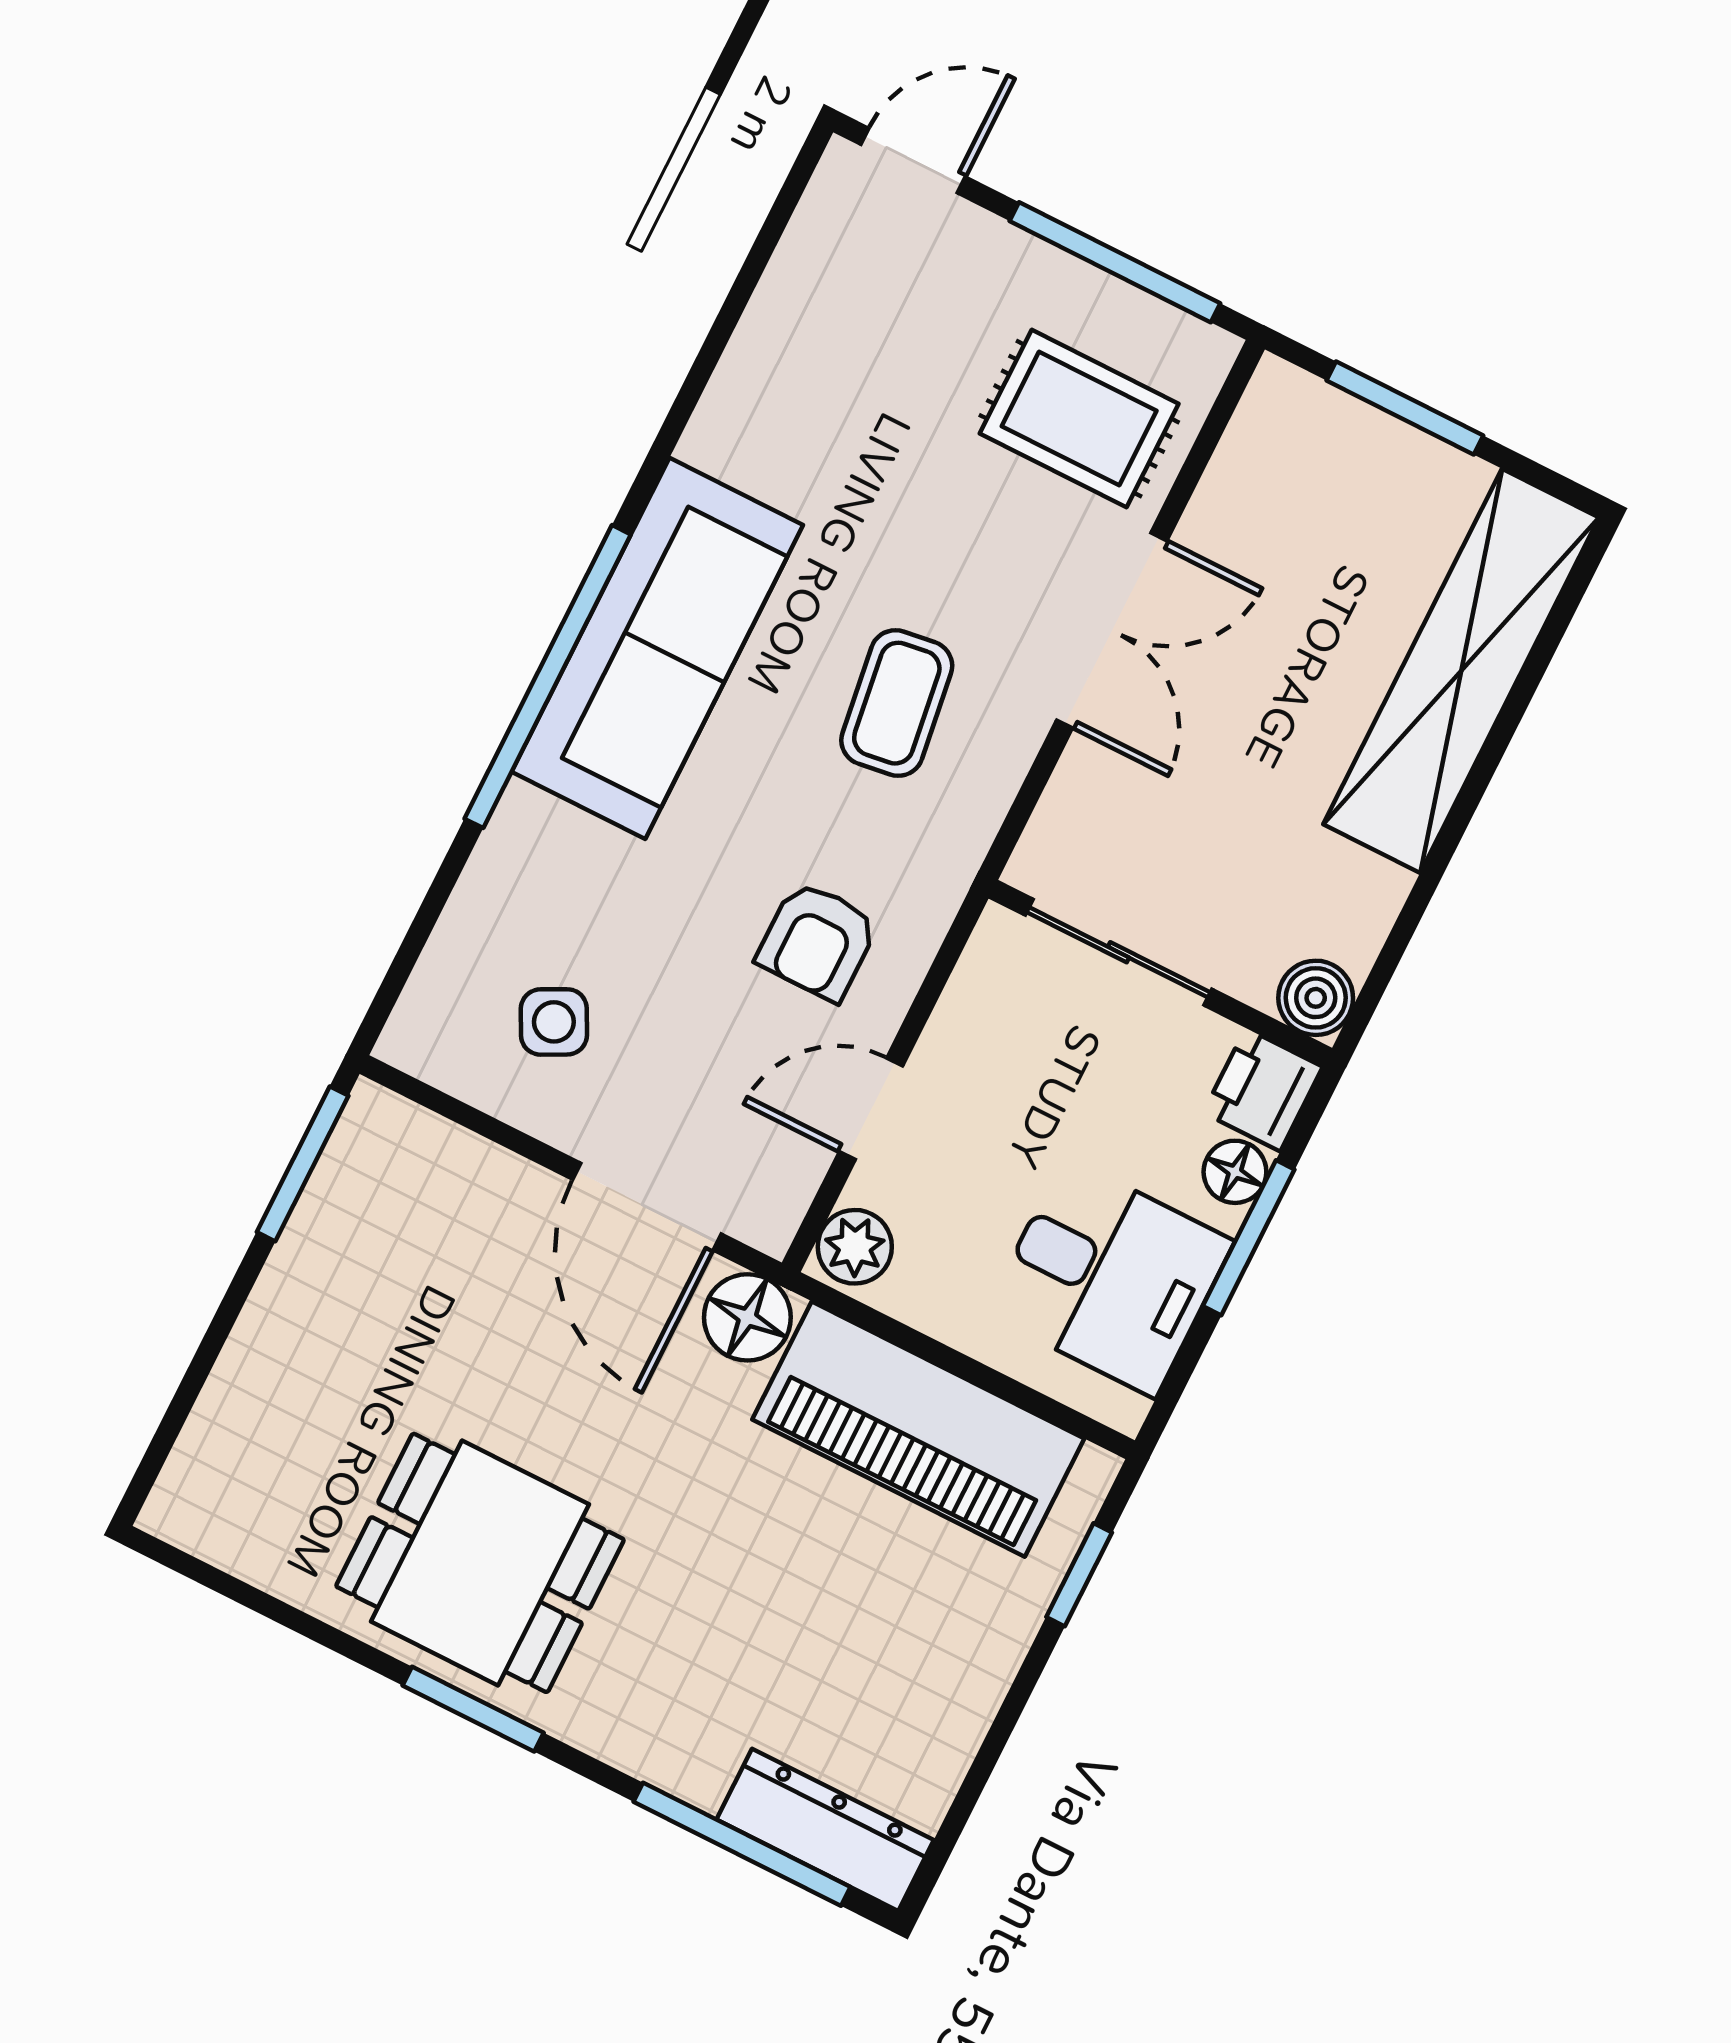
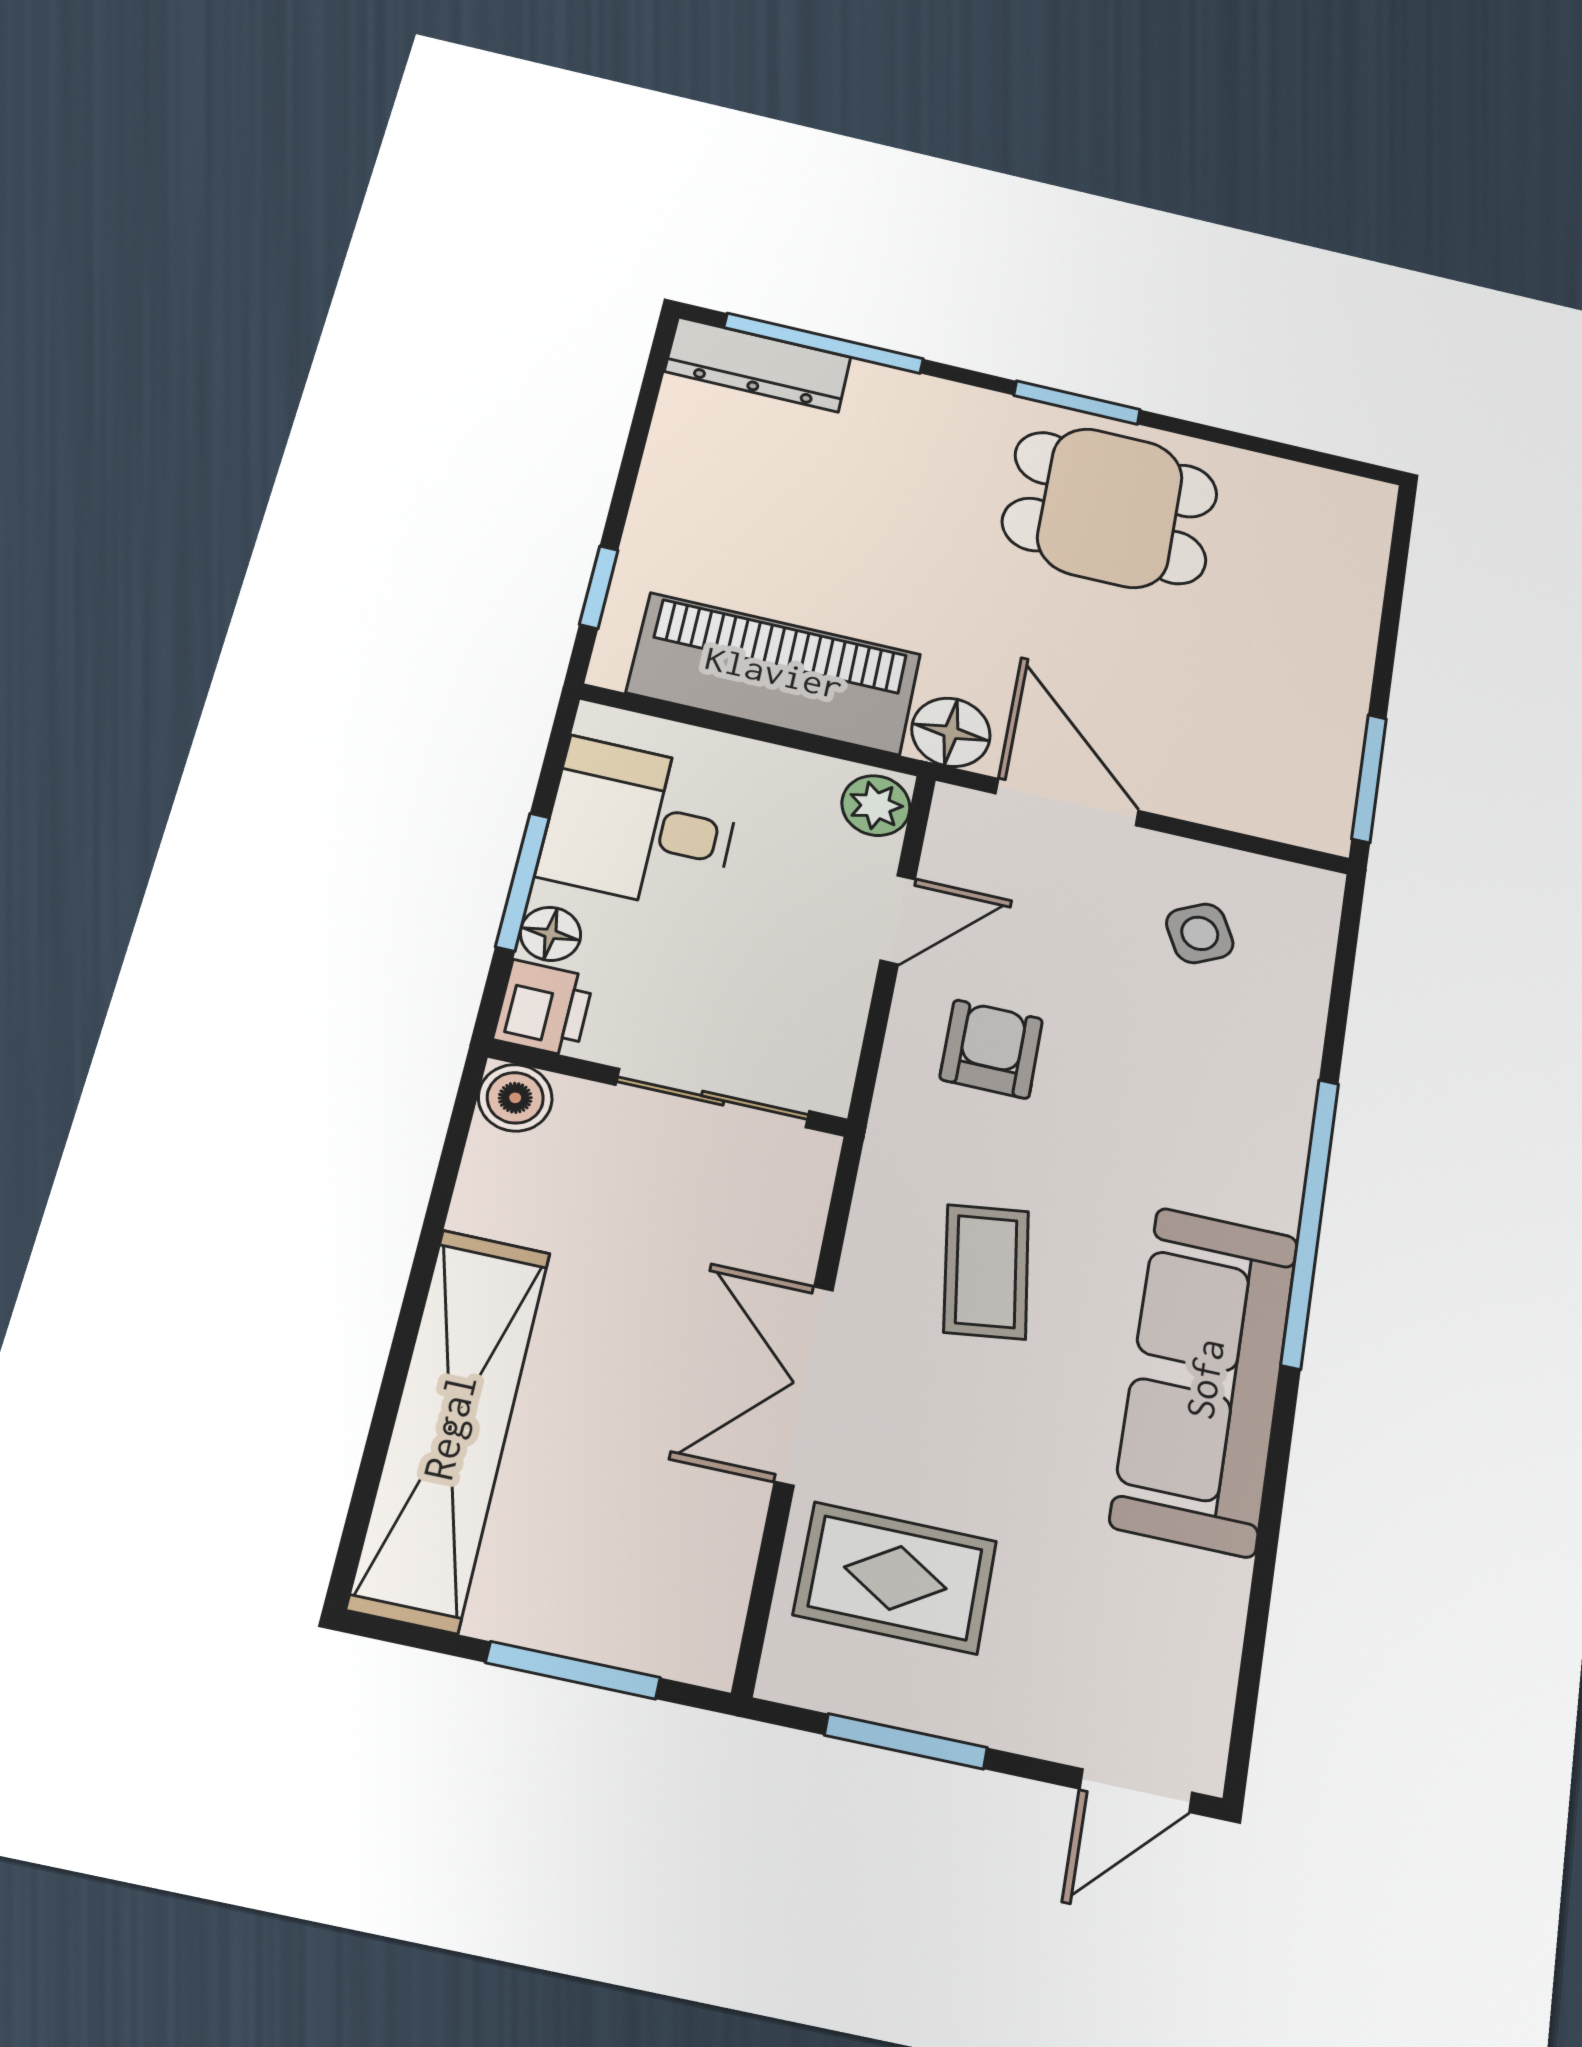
window: (1115, 262) -> (906, 1741), width x0.69
sofa: (657, 648) -> (1205, 1379), moved

